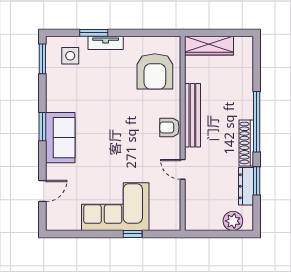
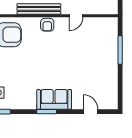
corner sofa: (115, 207) -> (101, 62), removed
window: (133, 234) -> (120, 50), width x2.17

